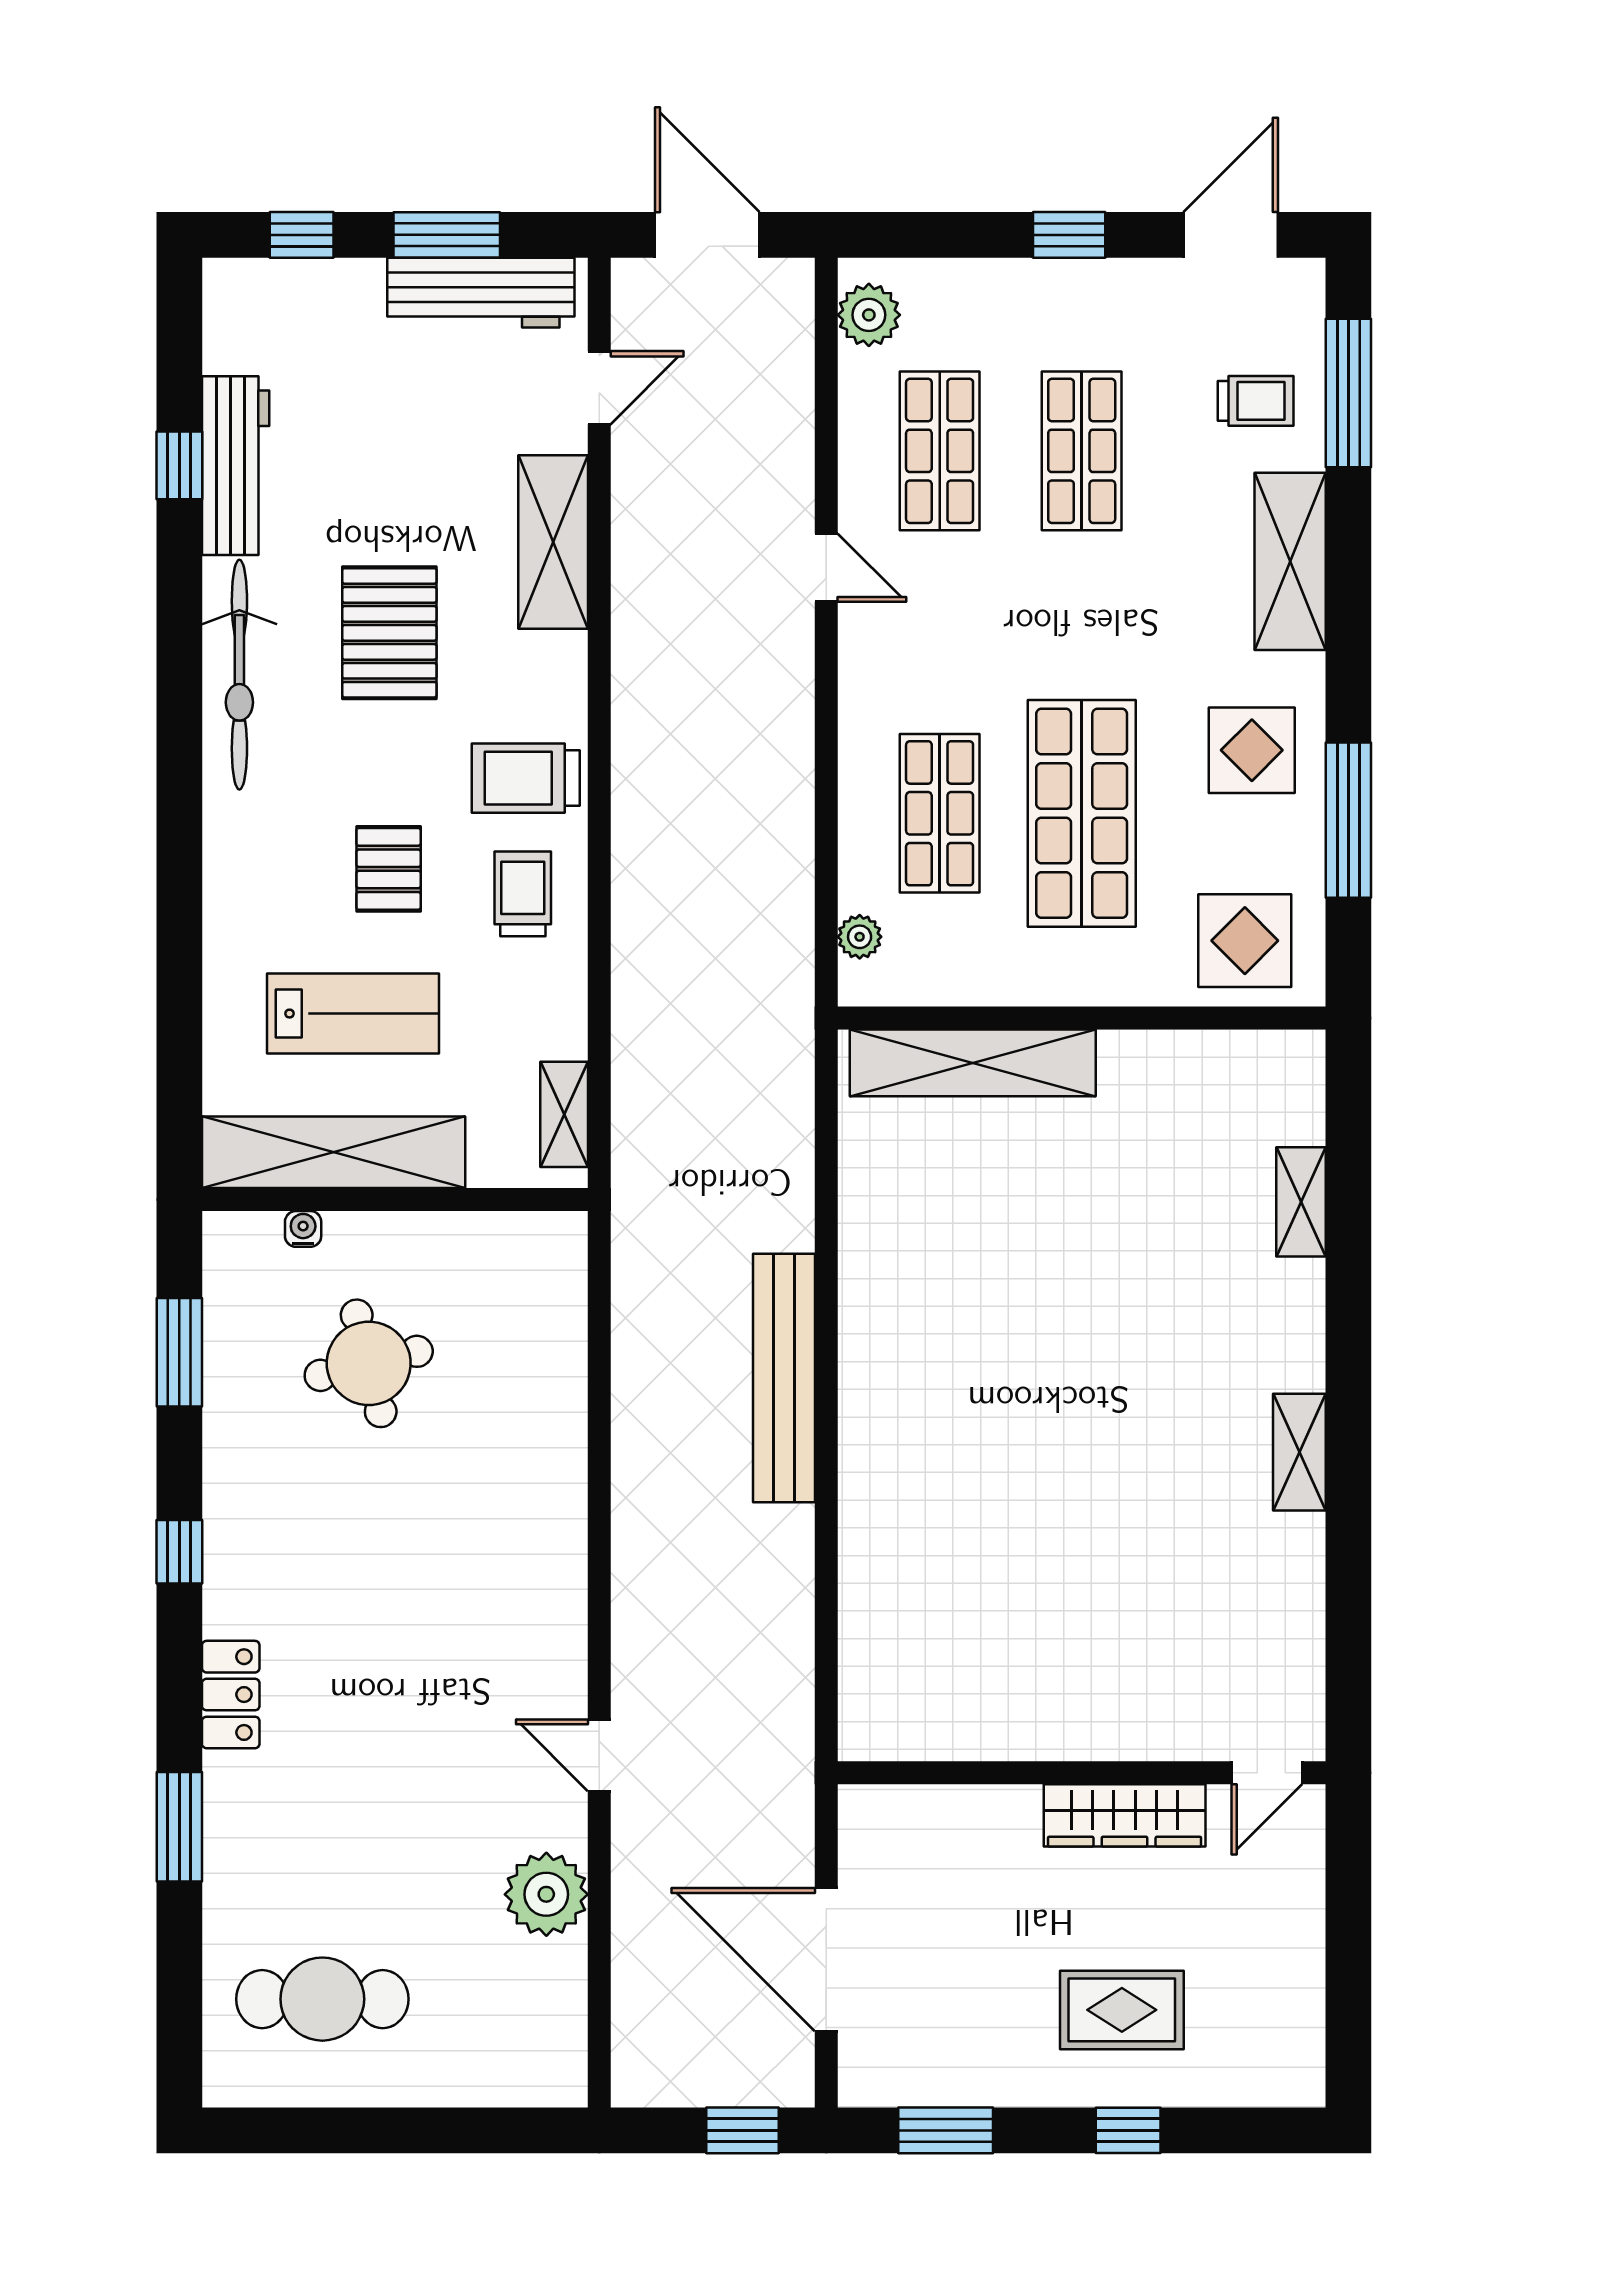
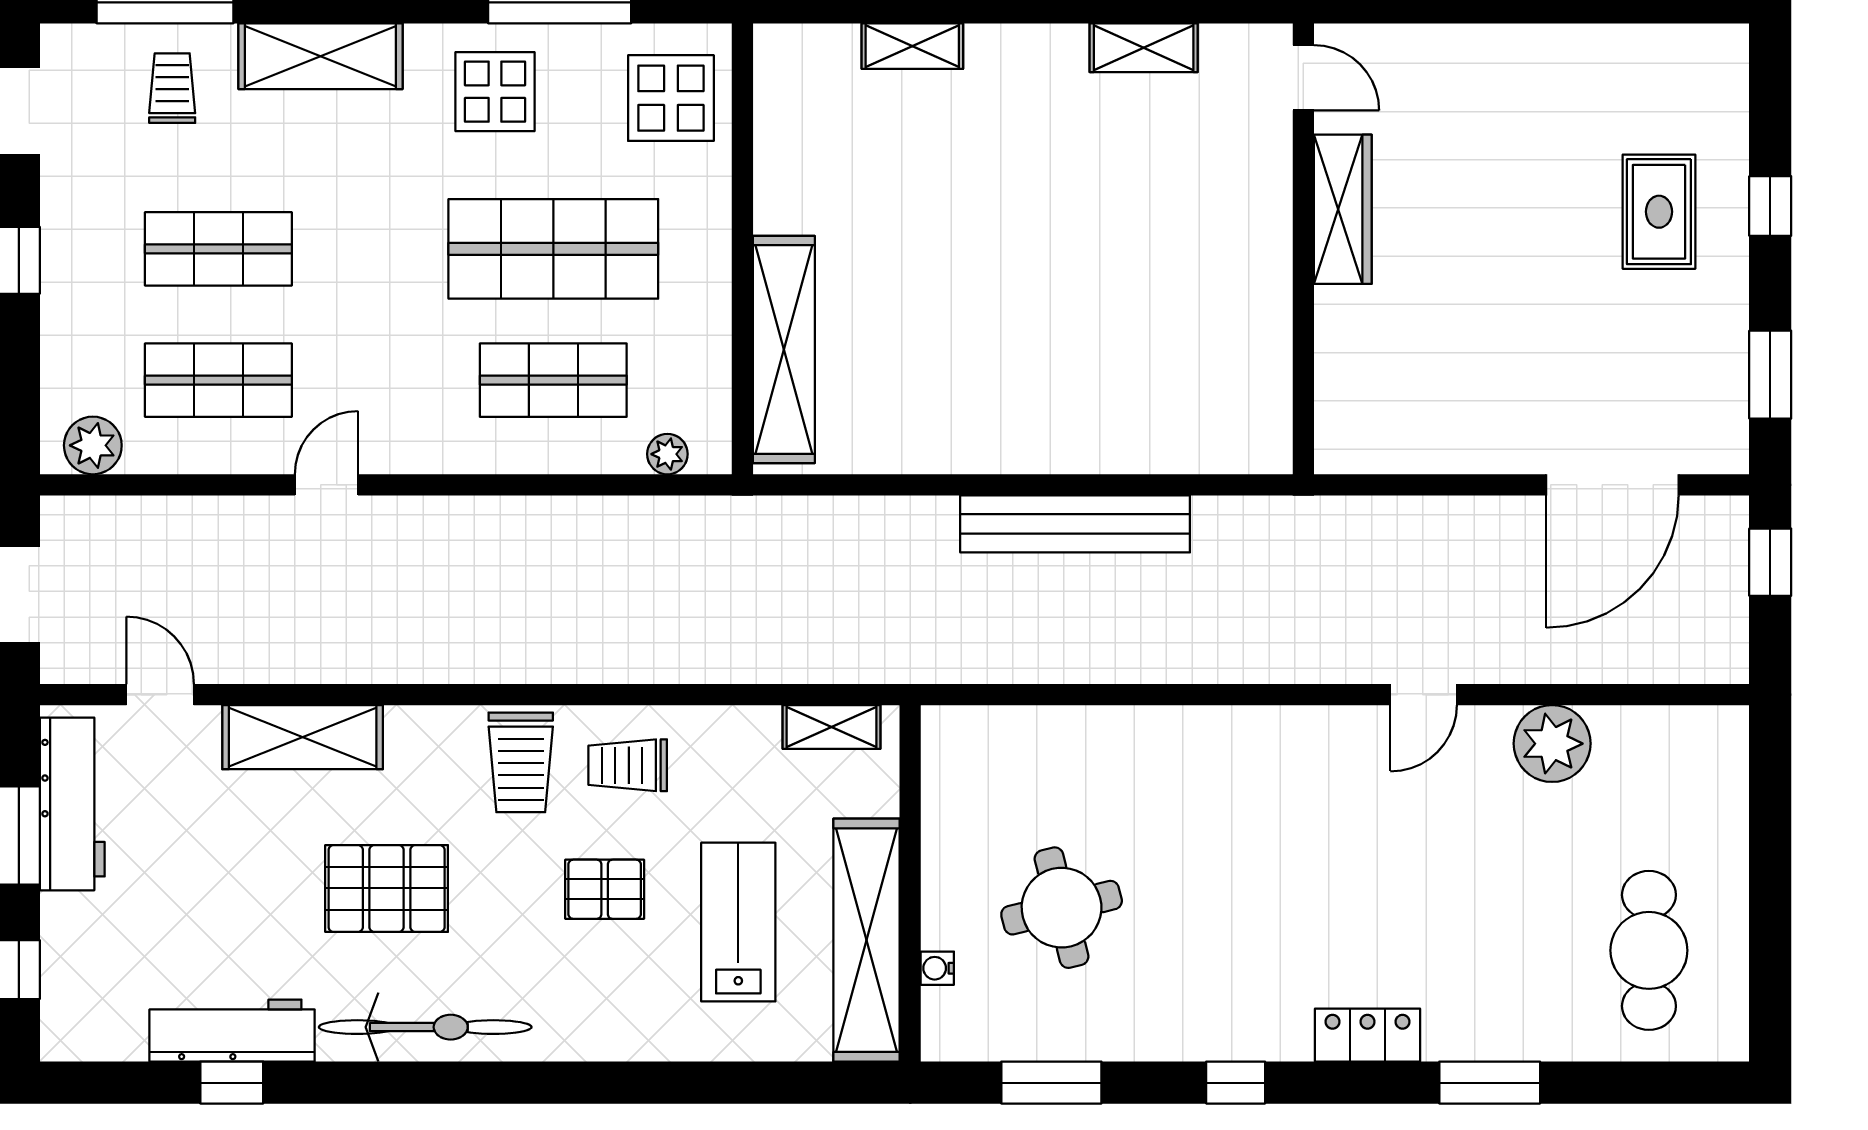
wall: (1082, 1773) -> (1303, 249), moved
door: (1267, 1773) -> (1303, 78), moved
wardrobe: (1125, 1815) -> (1343, 209), moved

